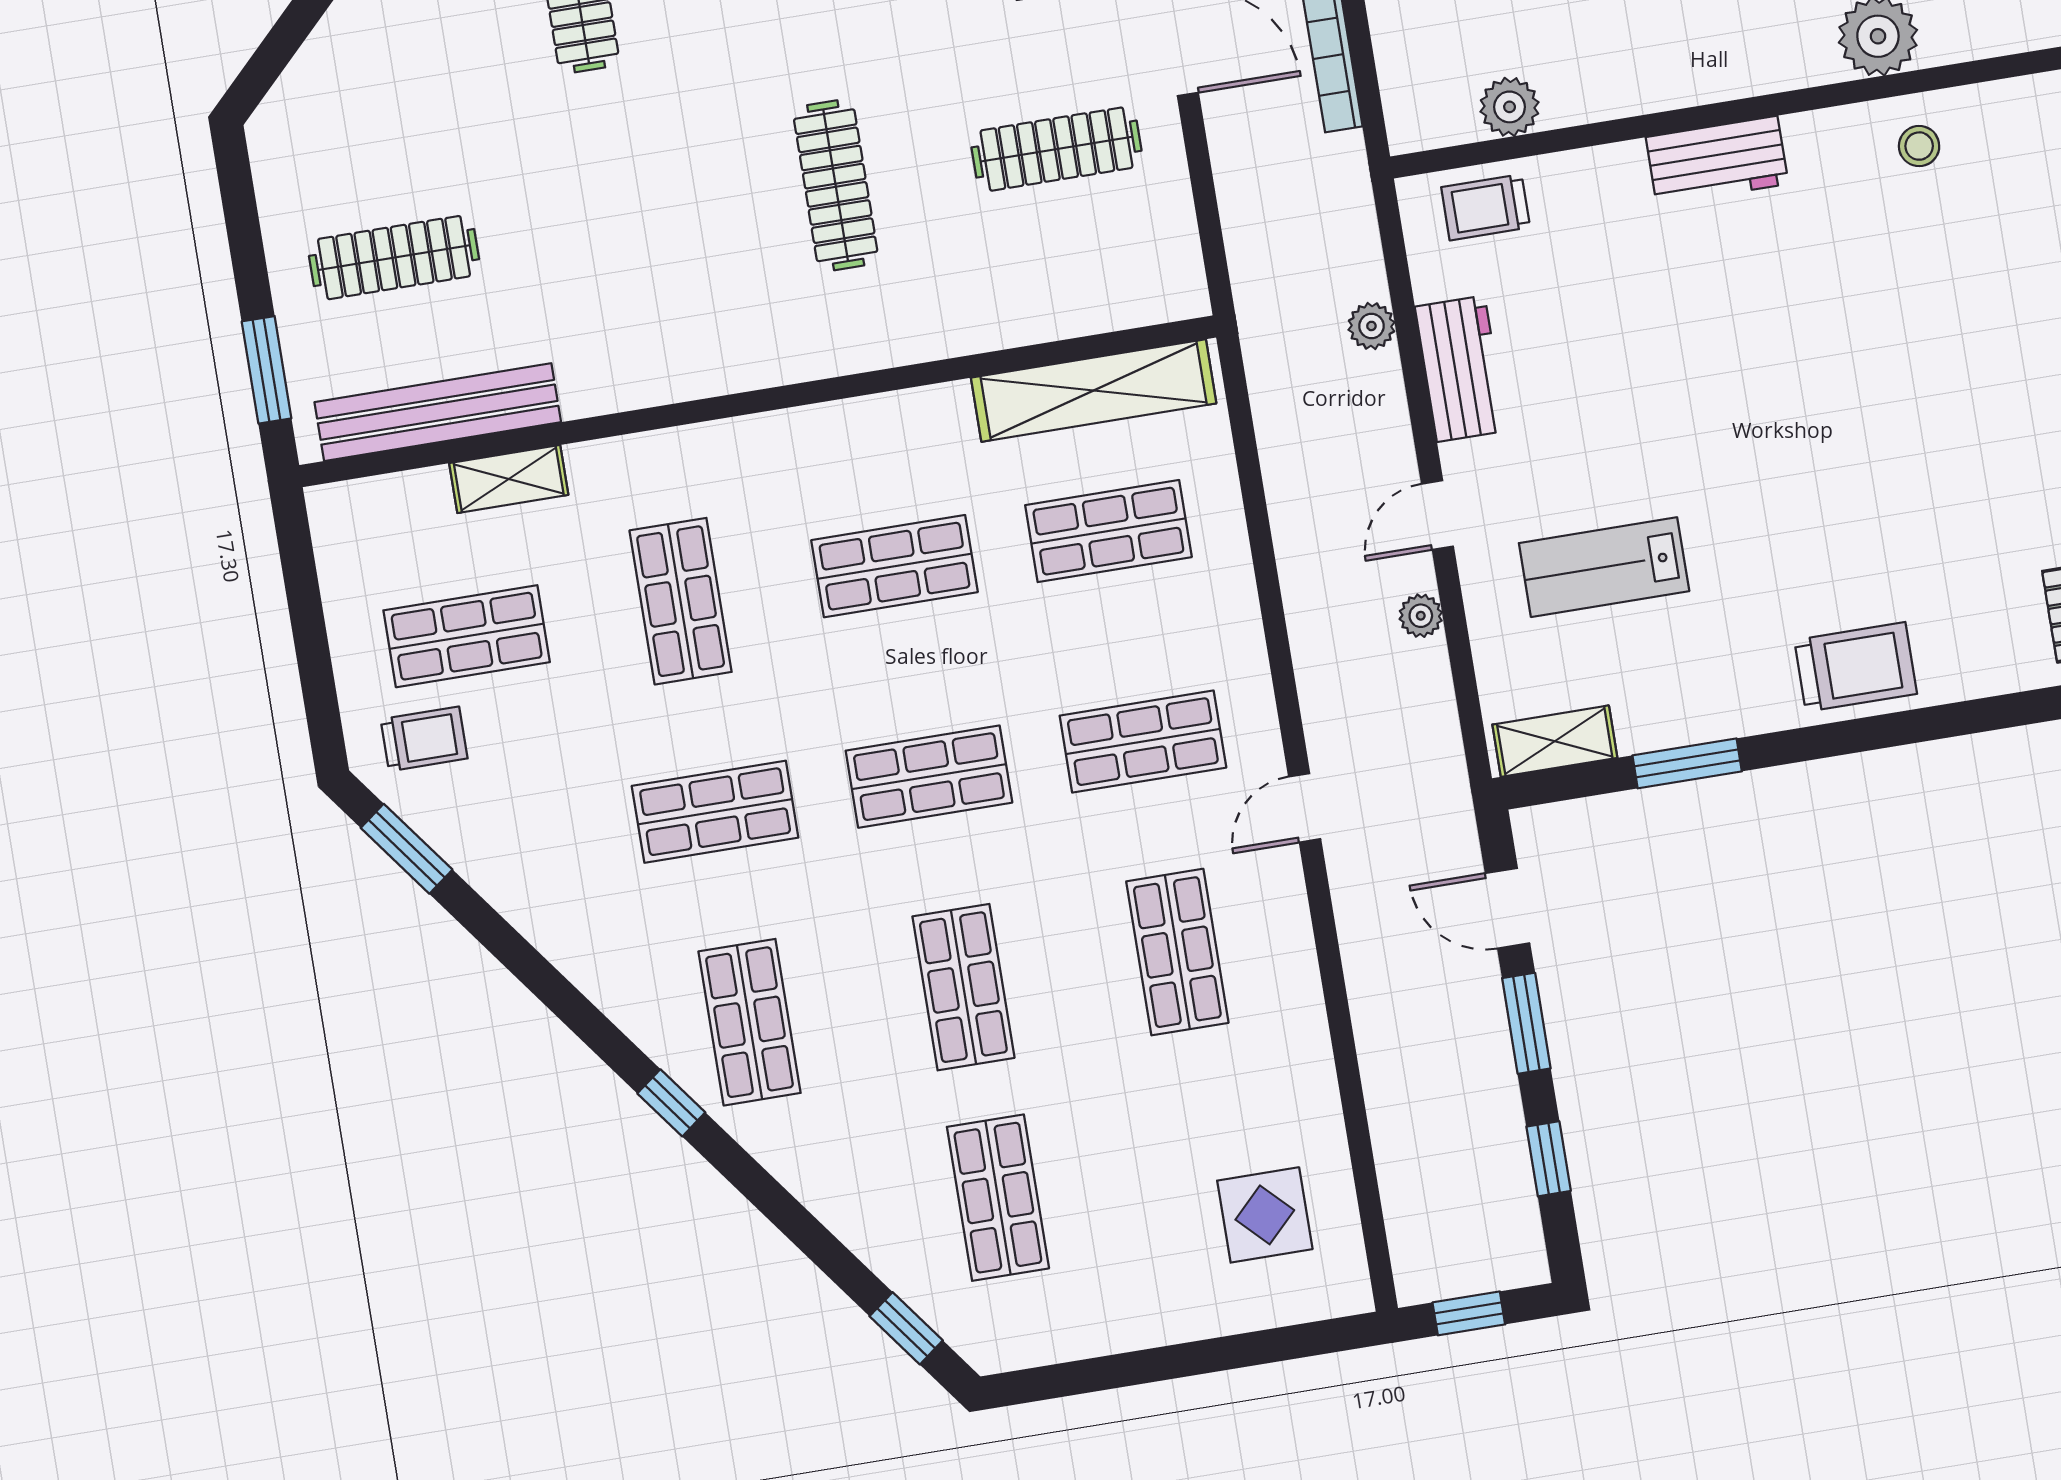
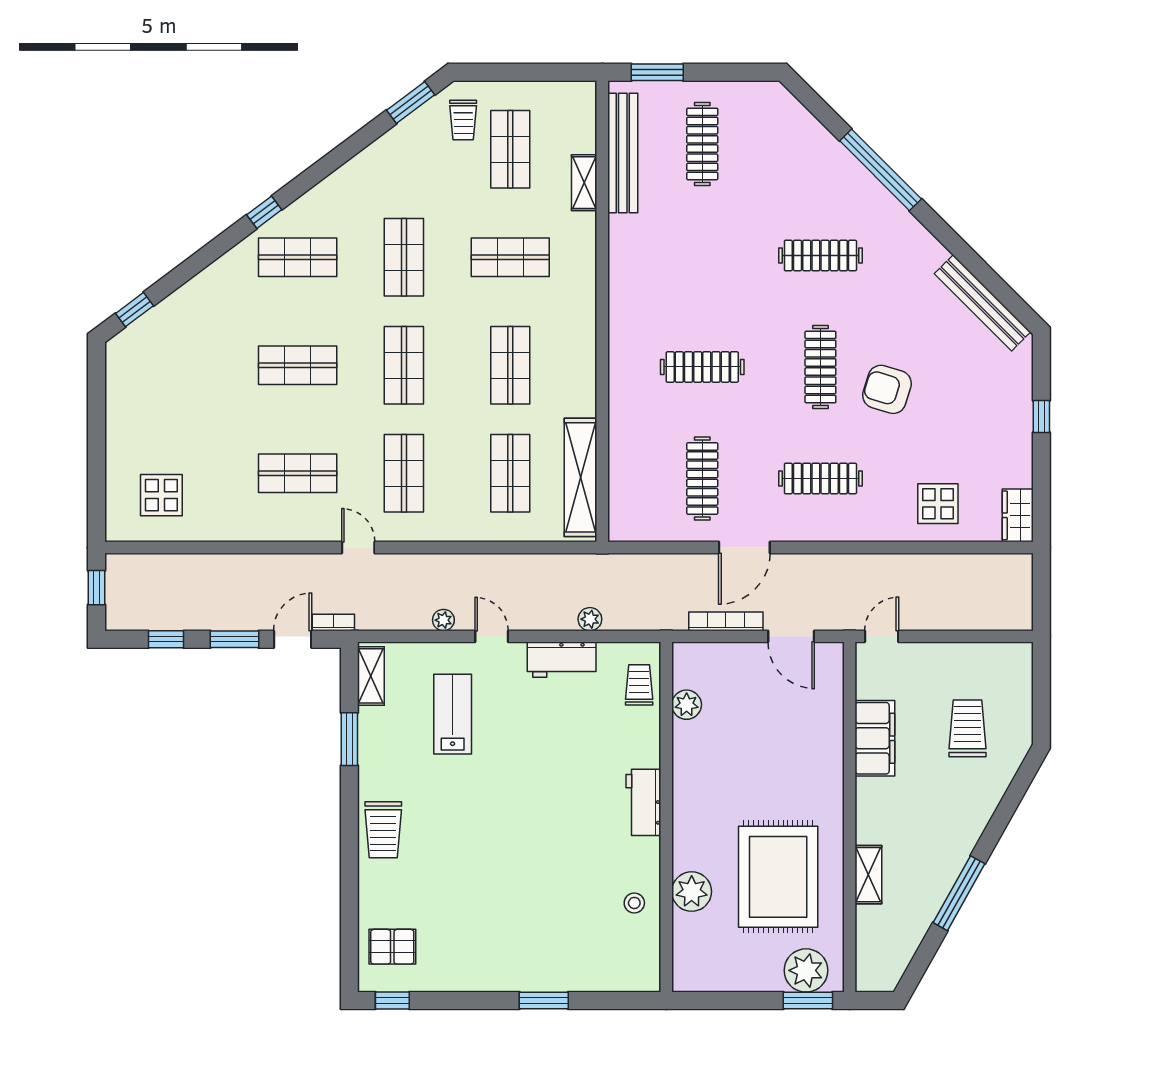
bookcase: (1461, 833) -> (333, 622), added
shop shelf: (998, 1198) -> (191, 365), removed

